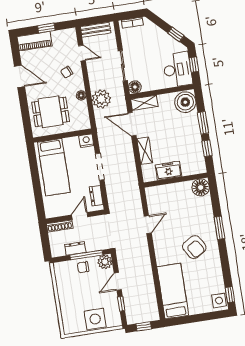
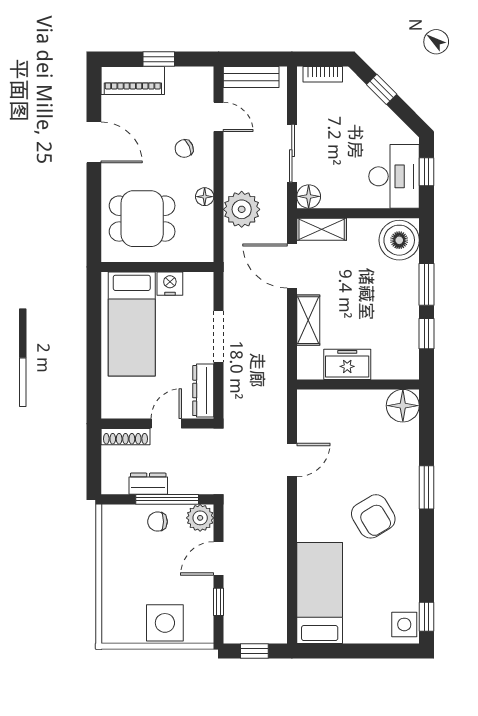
window: (176, 34) -> (382, 89), moved
nightstand: (86, 141) -> (170, 284), moved
dresser: (96, 196) -> (203, 391), width x1.44

